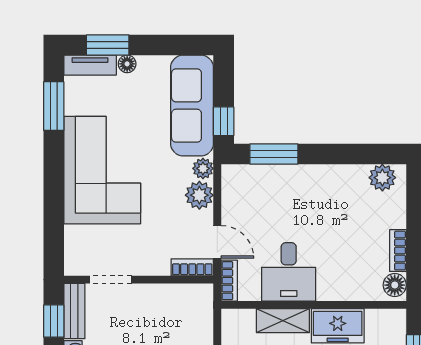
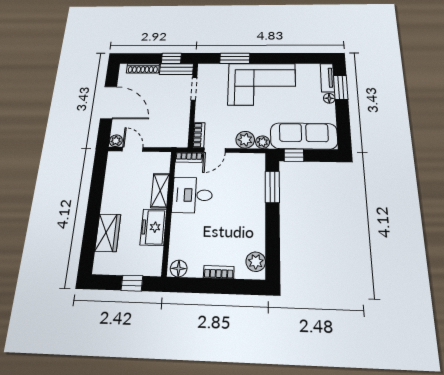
window: (54, 106) -> (235, 58), moved
bookcase: (398, 251) -> (219, 272), moved

